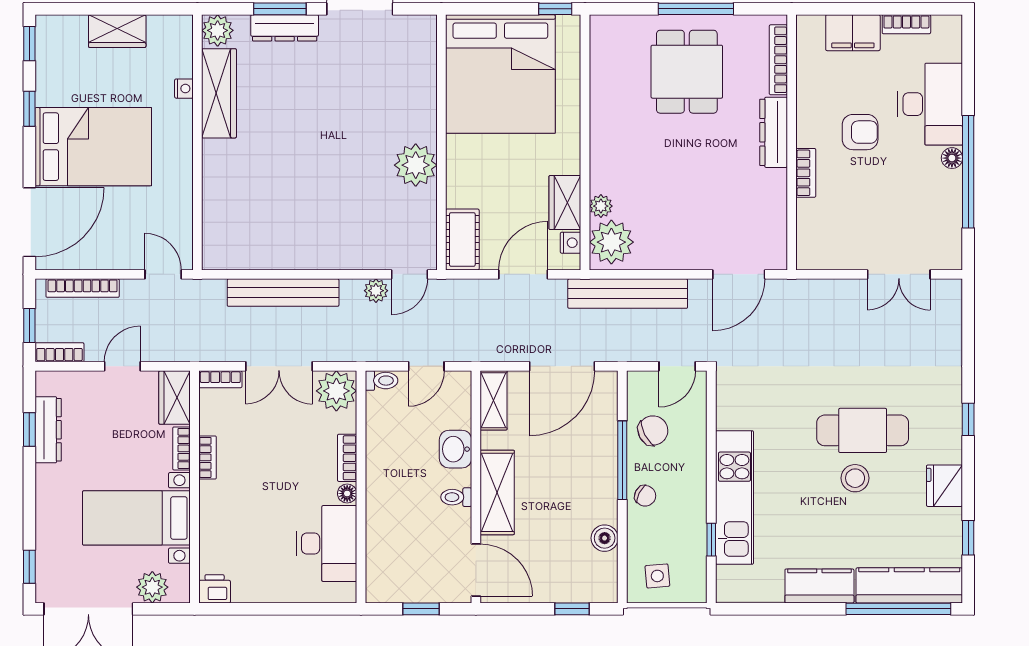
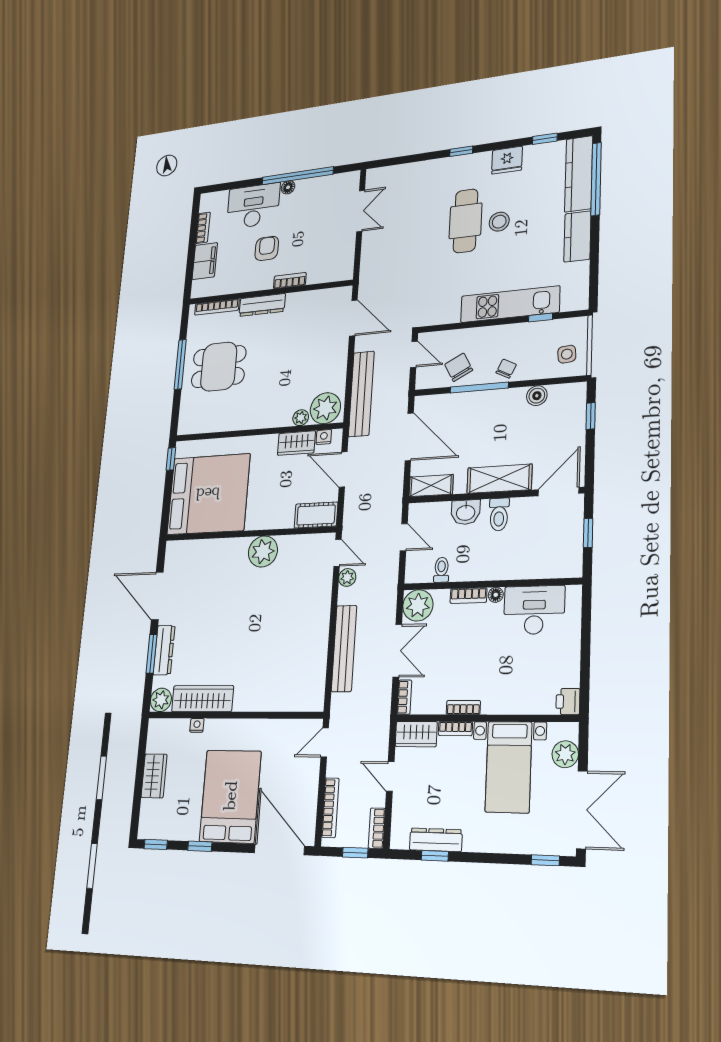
toilet: (381, 381) -> (441, 570), moved
toilet: (456, 497) -> (499, 514), width x1.37, depth x1.39

